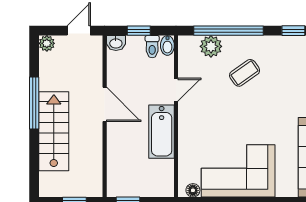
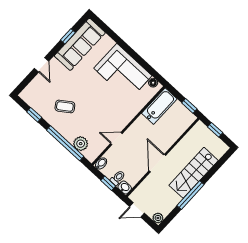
toilet: (152, 47) -> (118, 178), moved
coffee table: (245, 73) -> (65, 106), moved
bathtub: (162, 132) -> (159, 106), moved

